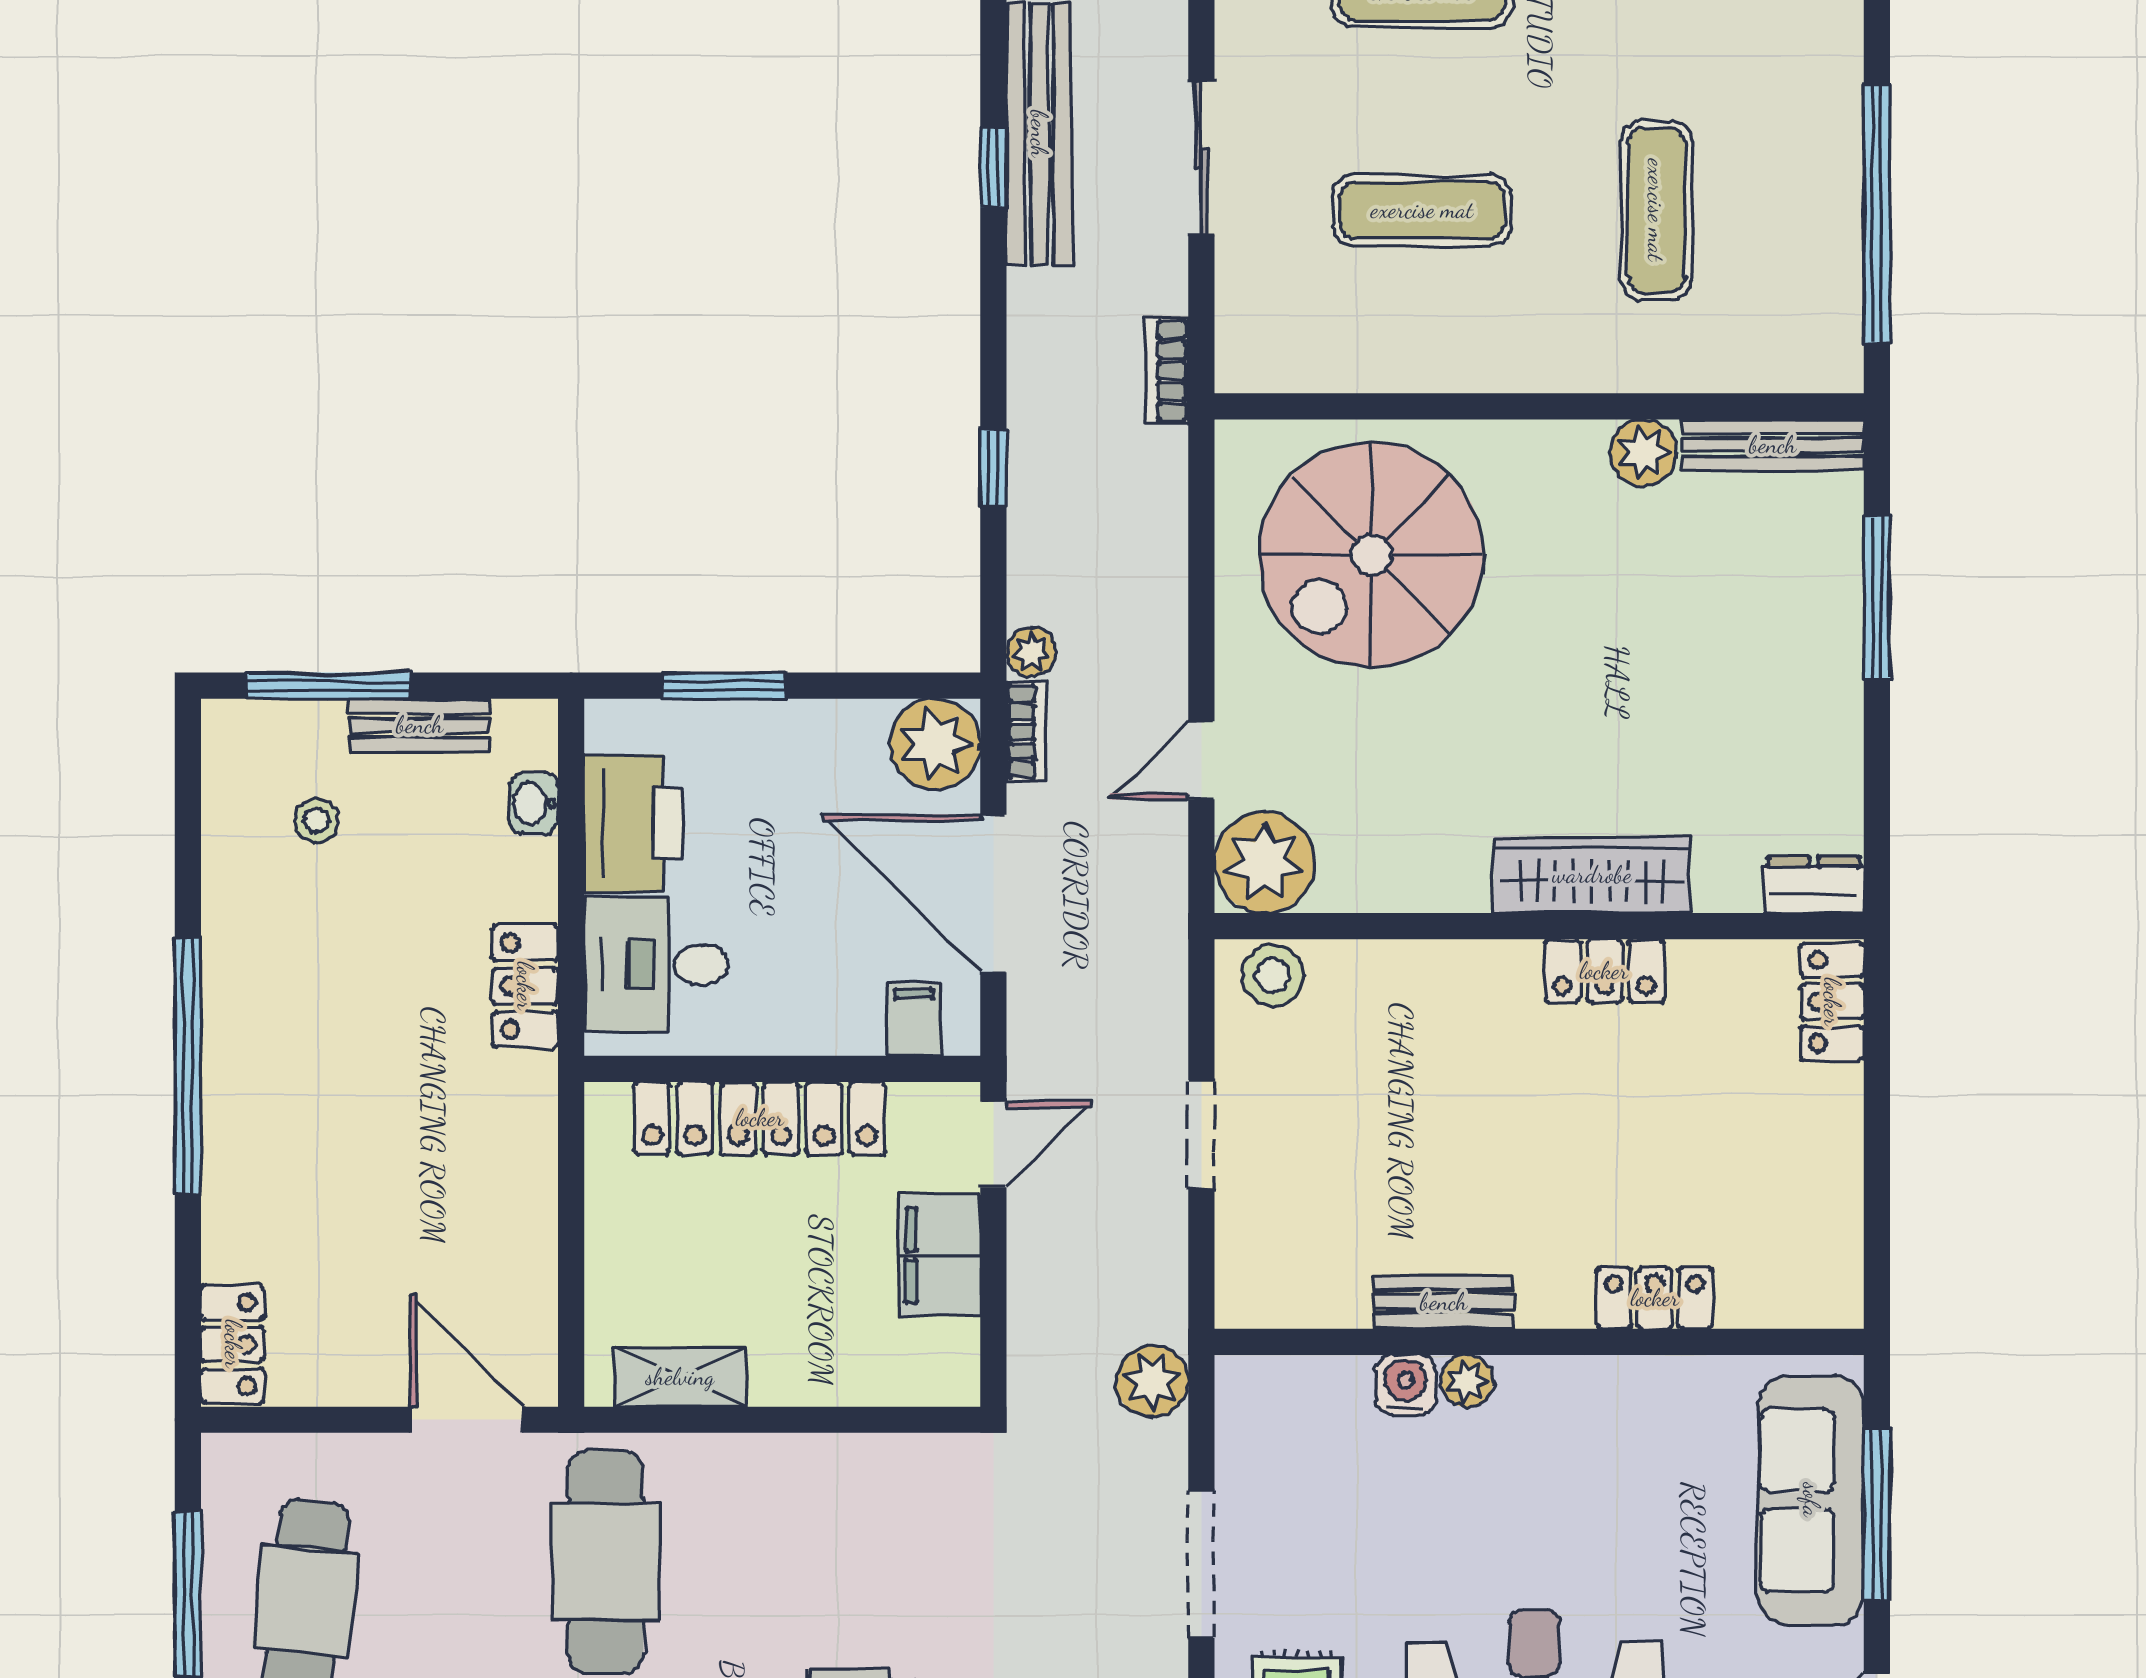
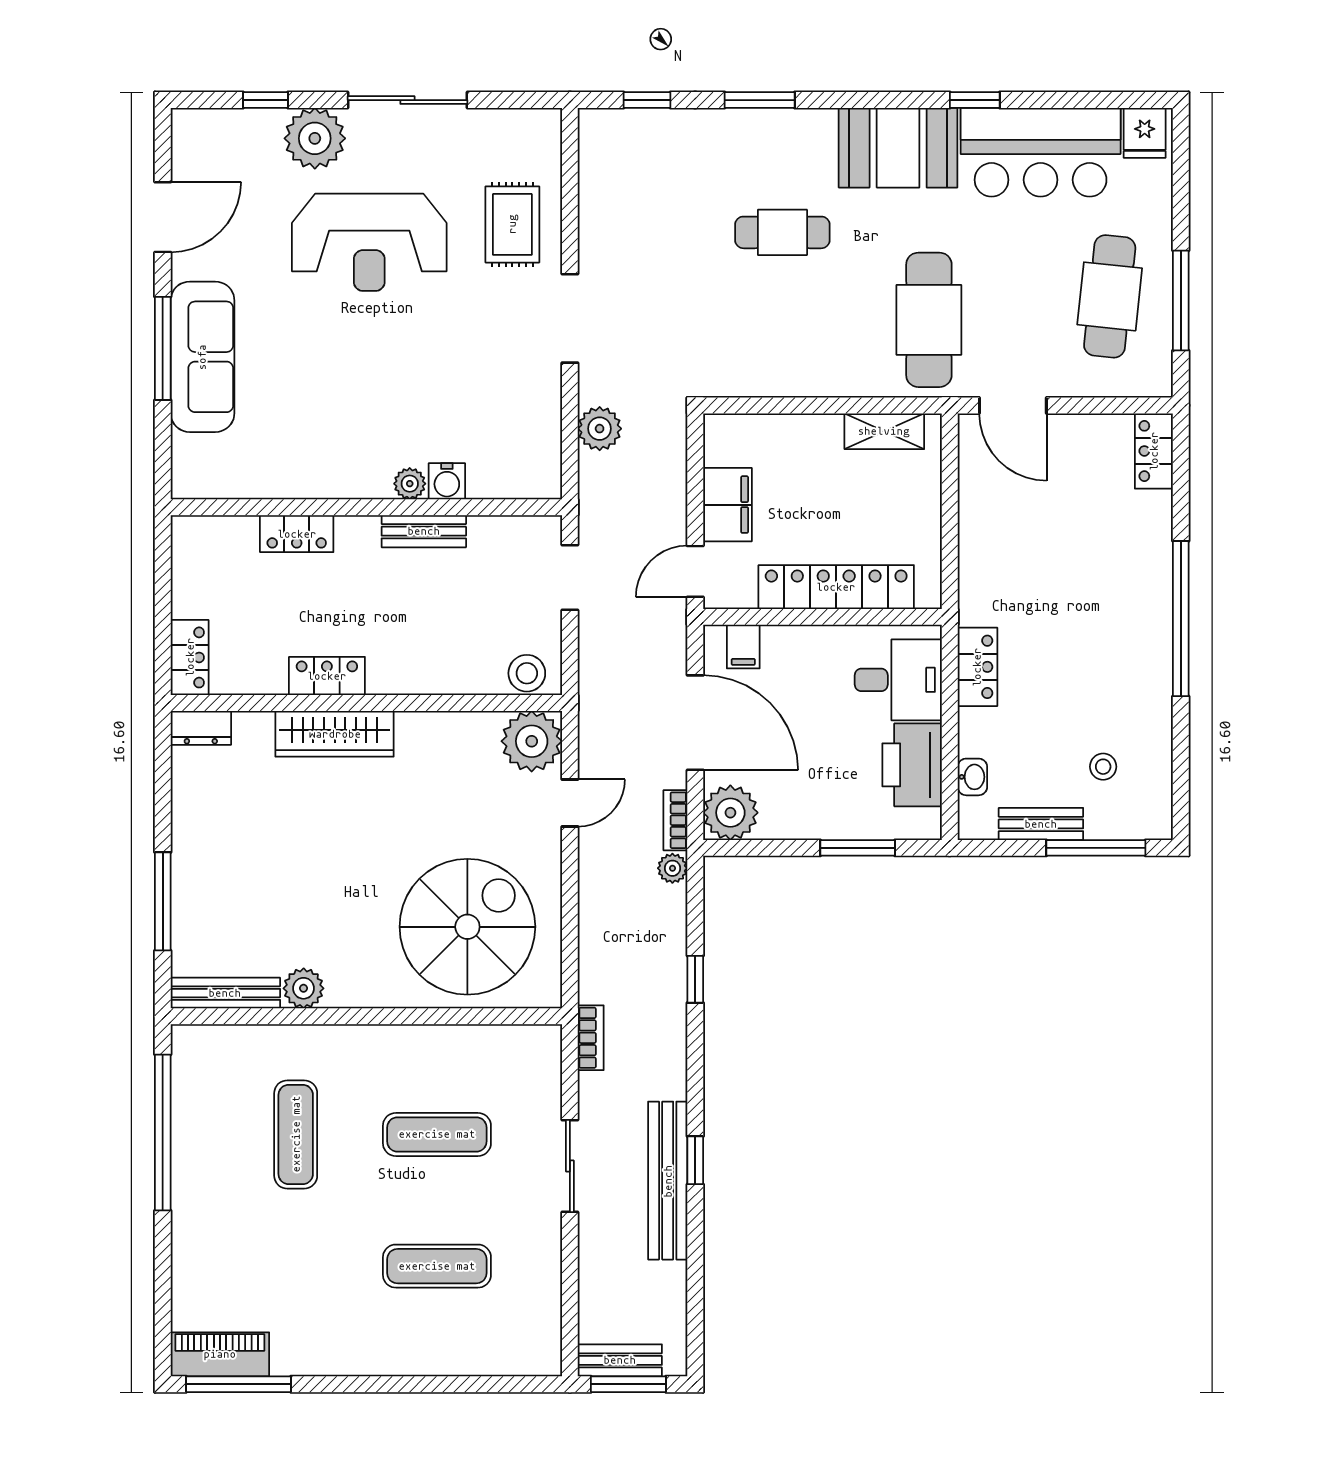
locker: (1655, 1298) -> (297, 534), moved
bench: (1444, 1302) -> (424, 531), moved
wall: (1539, 1342) -> (366, 507), moved
plant: (1467, 1381) -> (410, 484), moved
water cooler: (1405, 1385) -> (447, 481), moved

